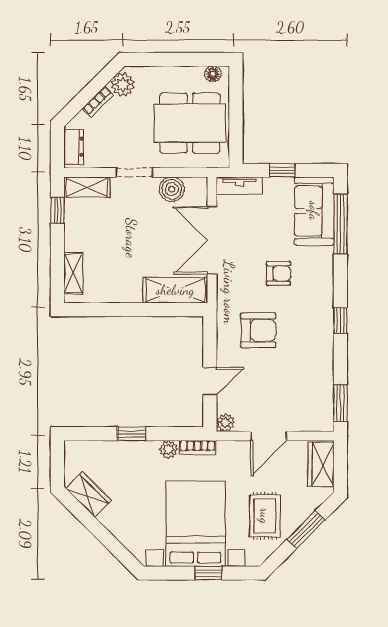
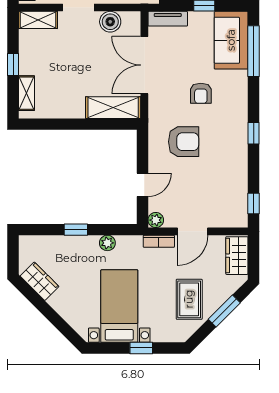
window: (57, 210) -> (13, 64), moved
armchair: (278, 273) -> (201, 93), turned 90
window: (340, 403) -> (254, 204), width x0.67
bookcase: (198, 448) -> (159, 241), moved
bed with nightstands: (196, 524) -> (119, 306), width x0.73

